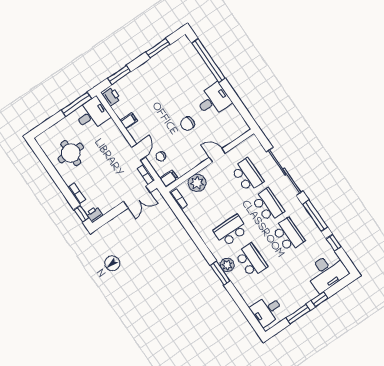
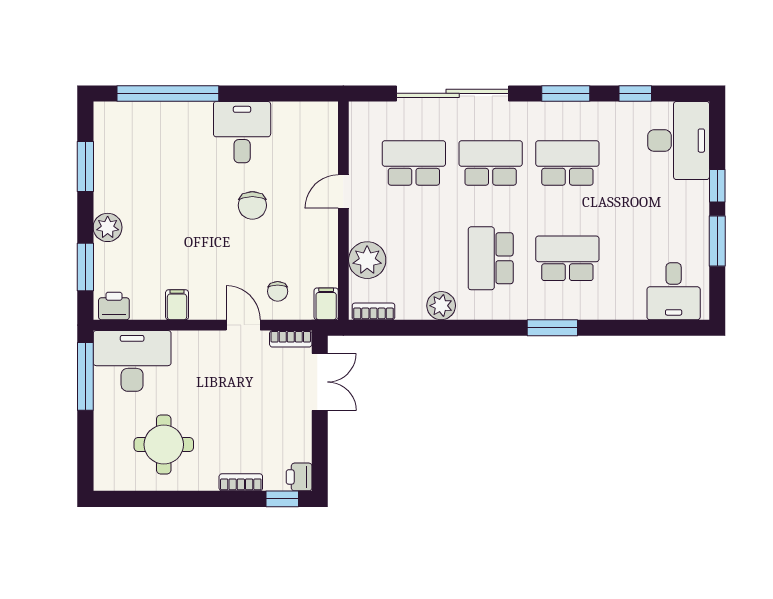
plant: (140, 73) -> (108, 227), added
desk: (92, 114) -> (132, 361), width x1.37
window: (315, 216) -> (566, 93), width x0.69
plant: (227, 265) -> (441, 306), moved

